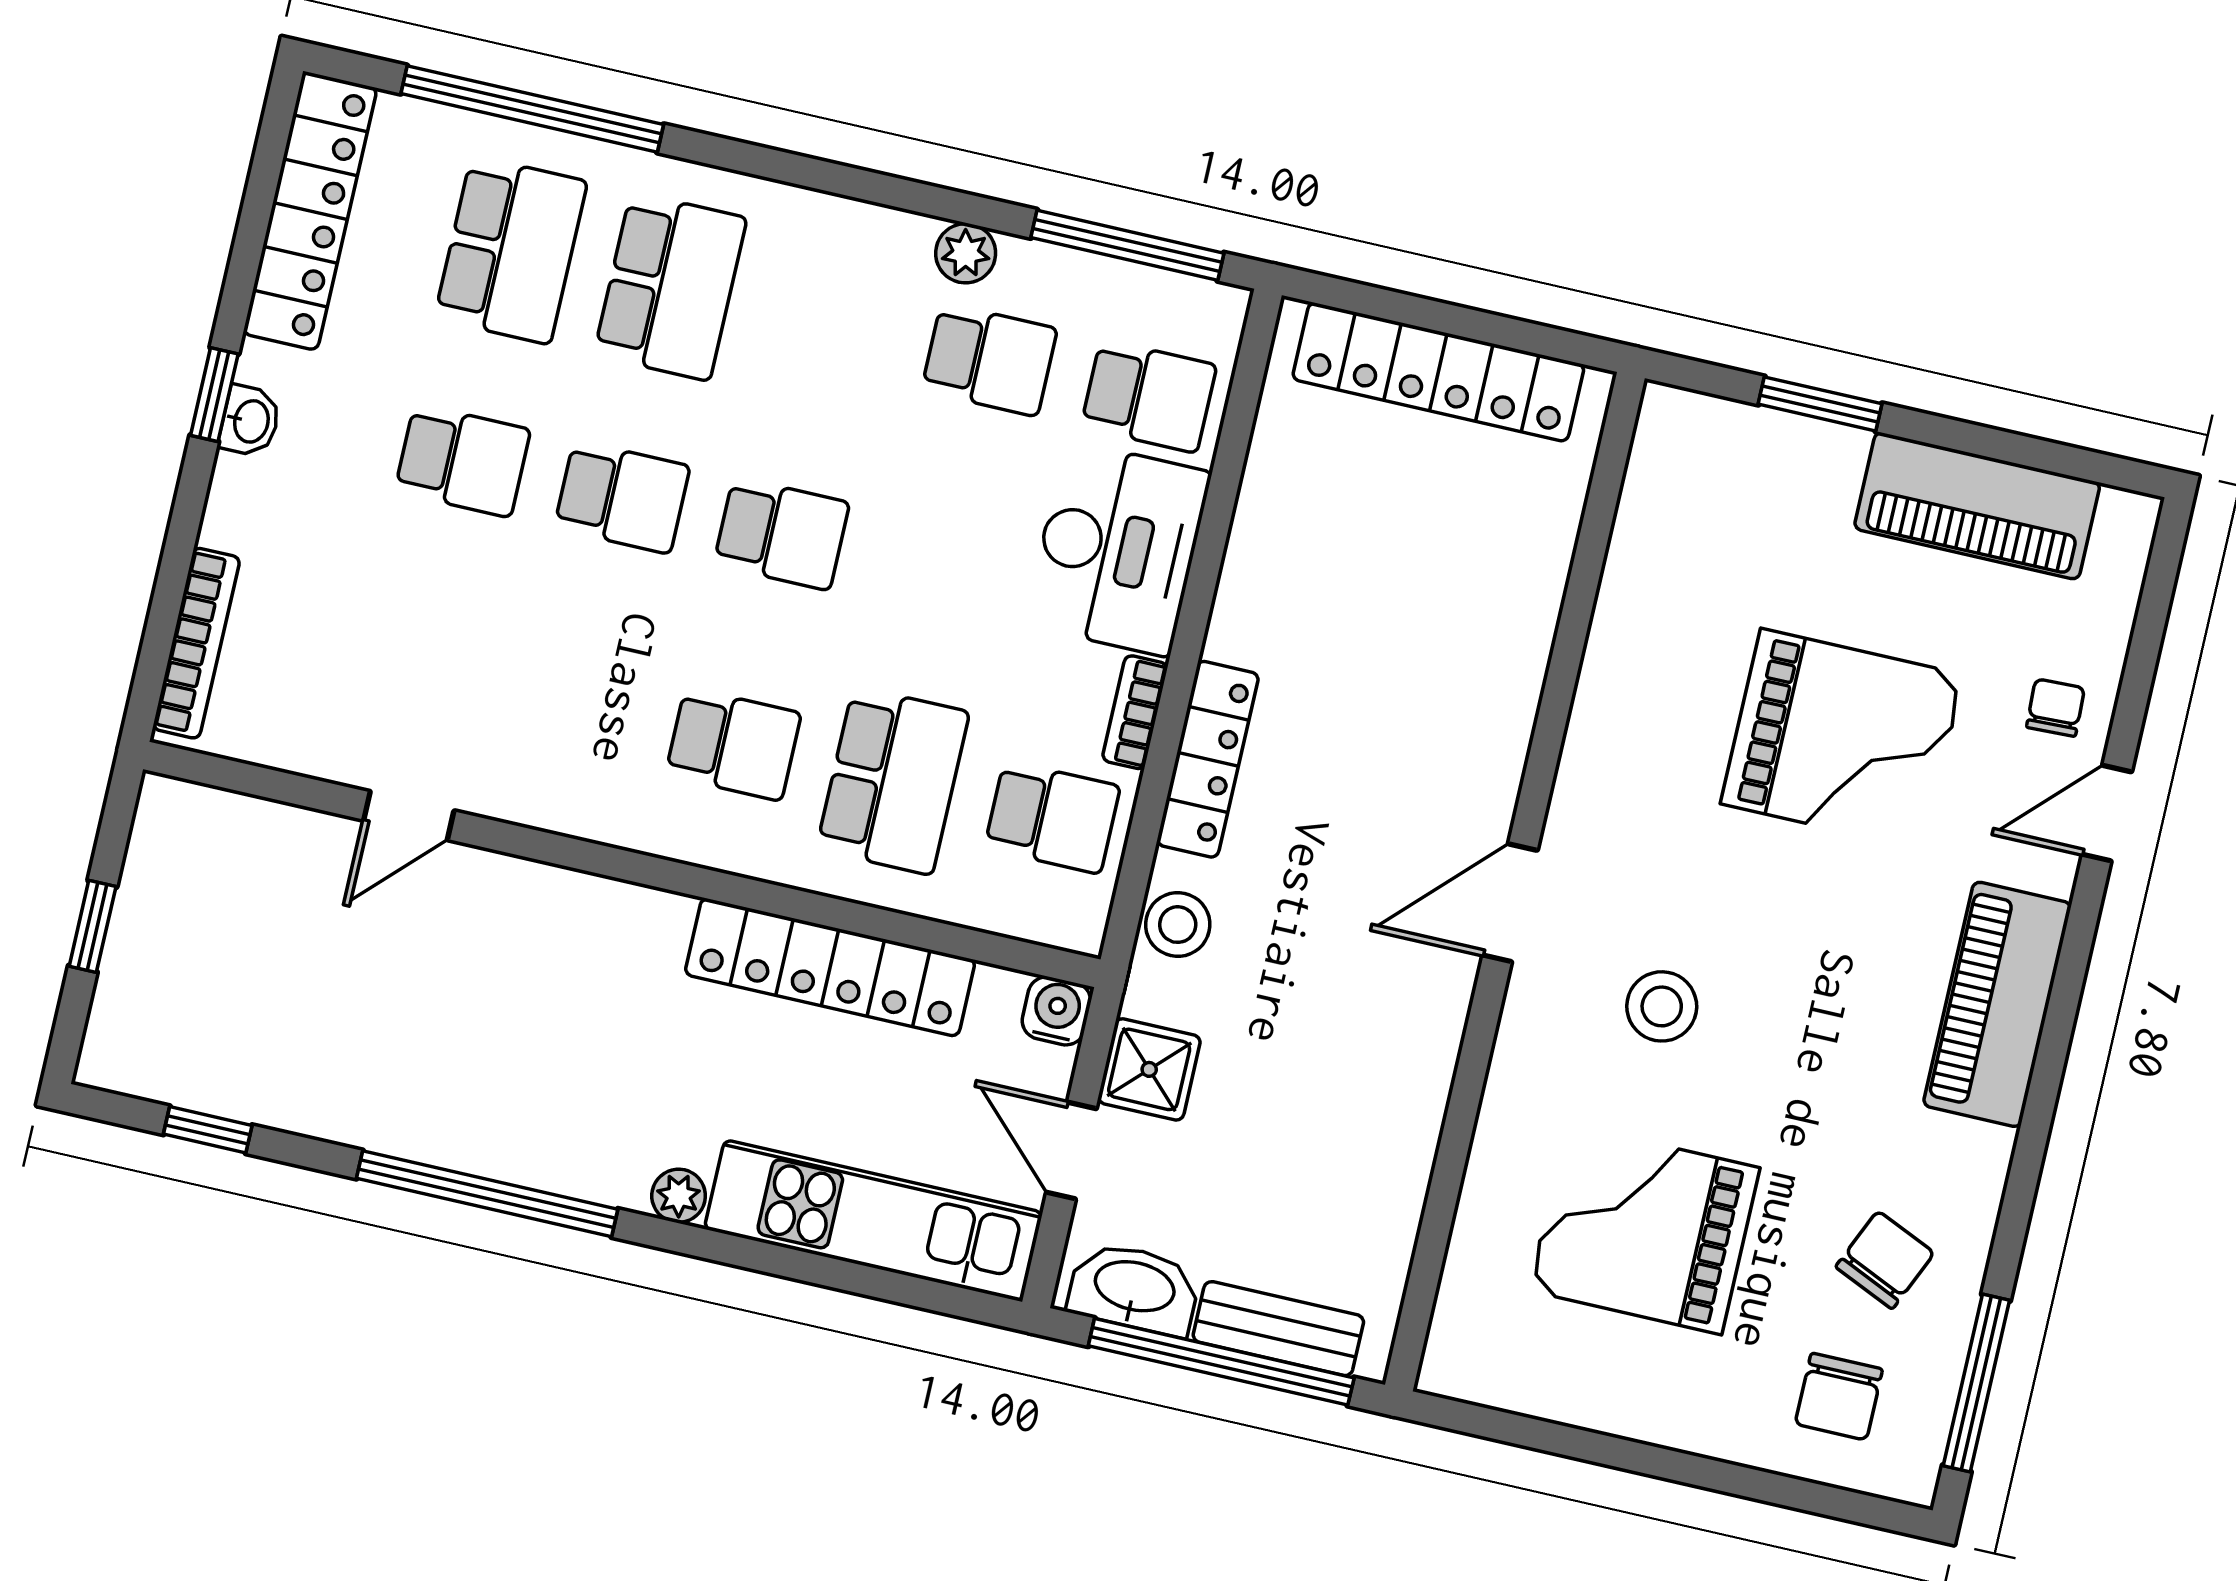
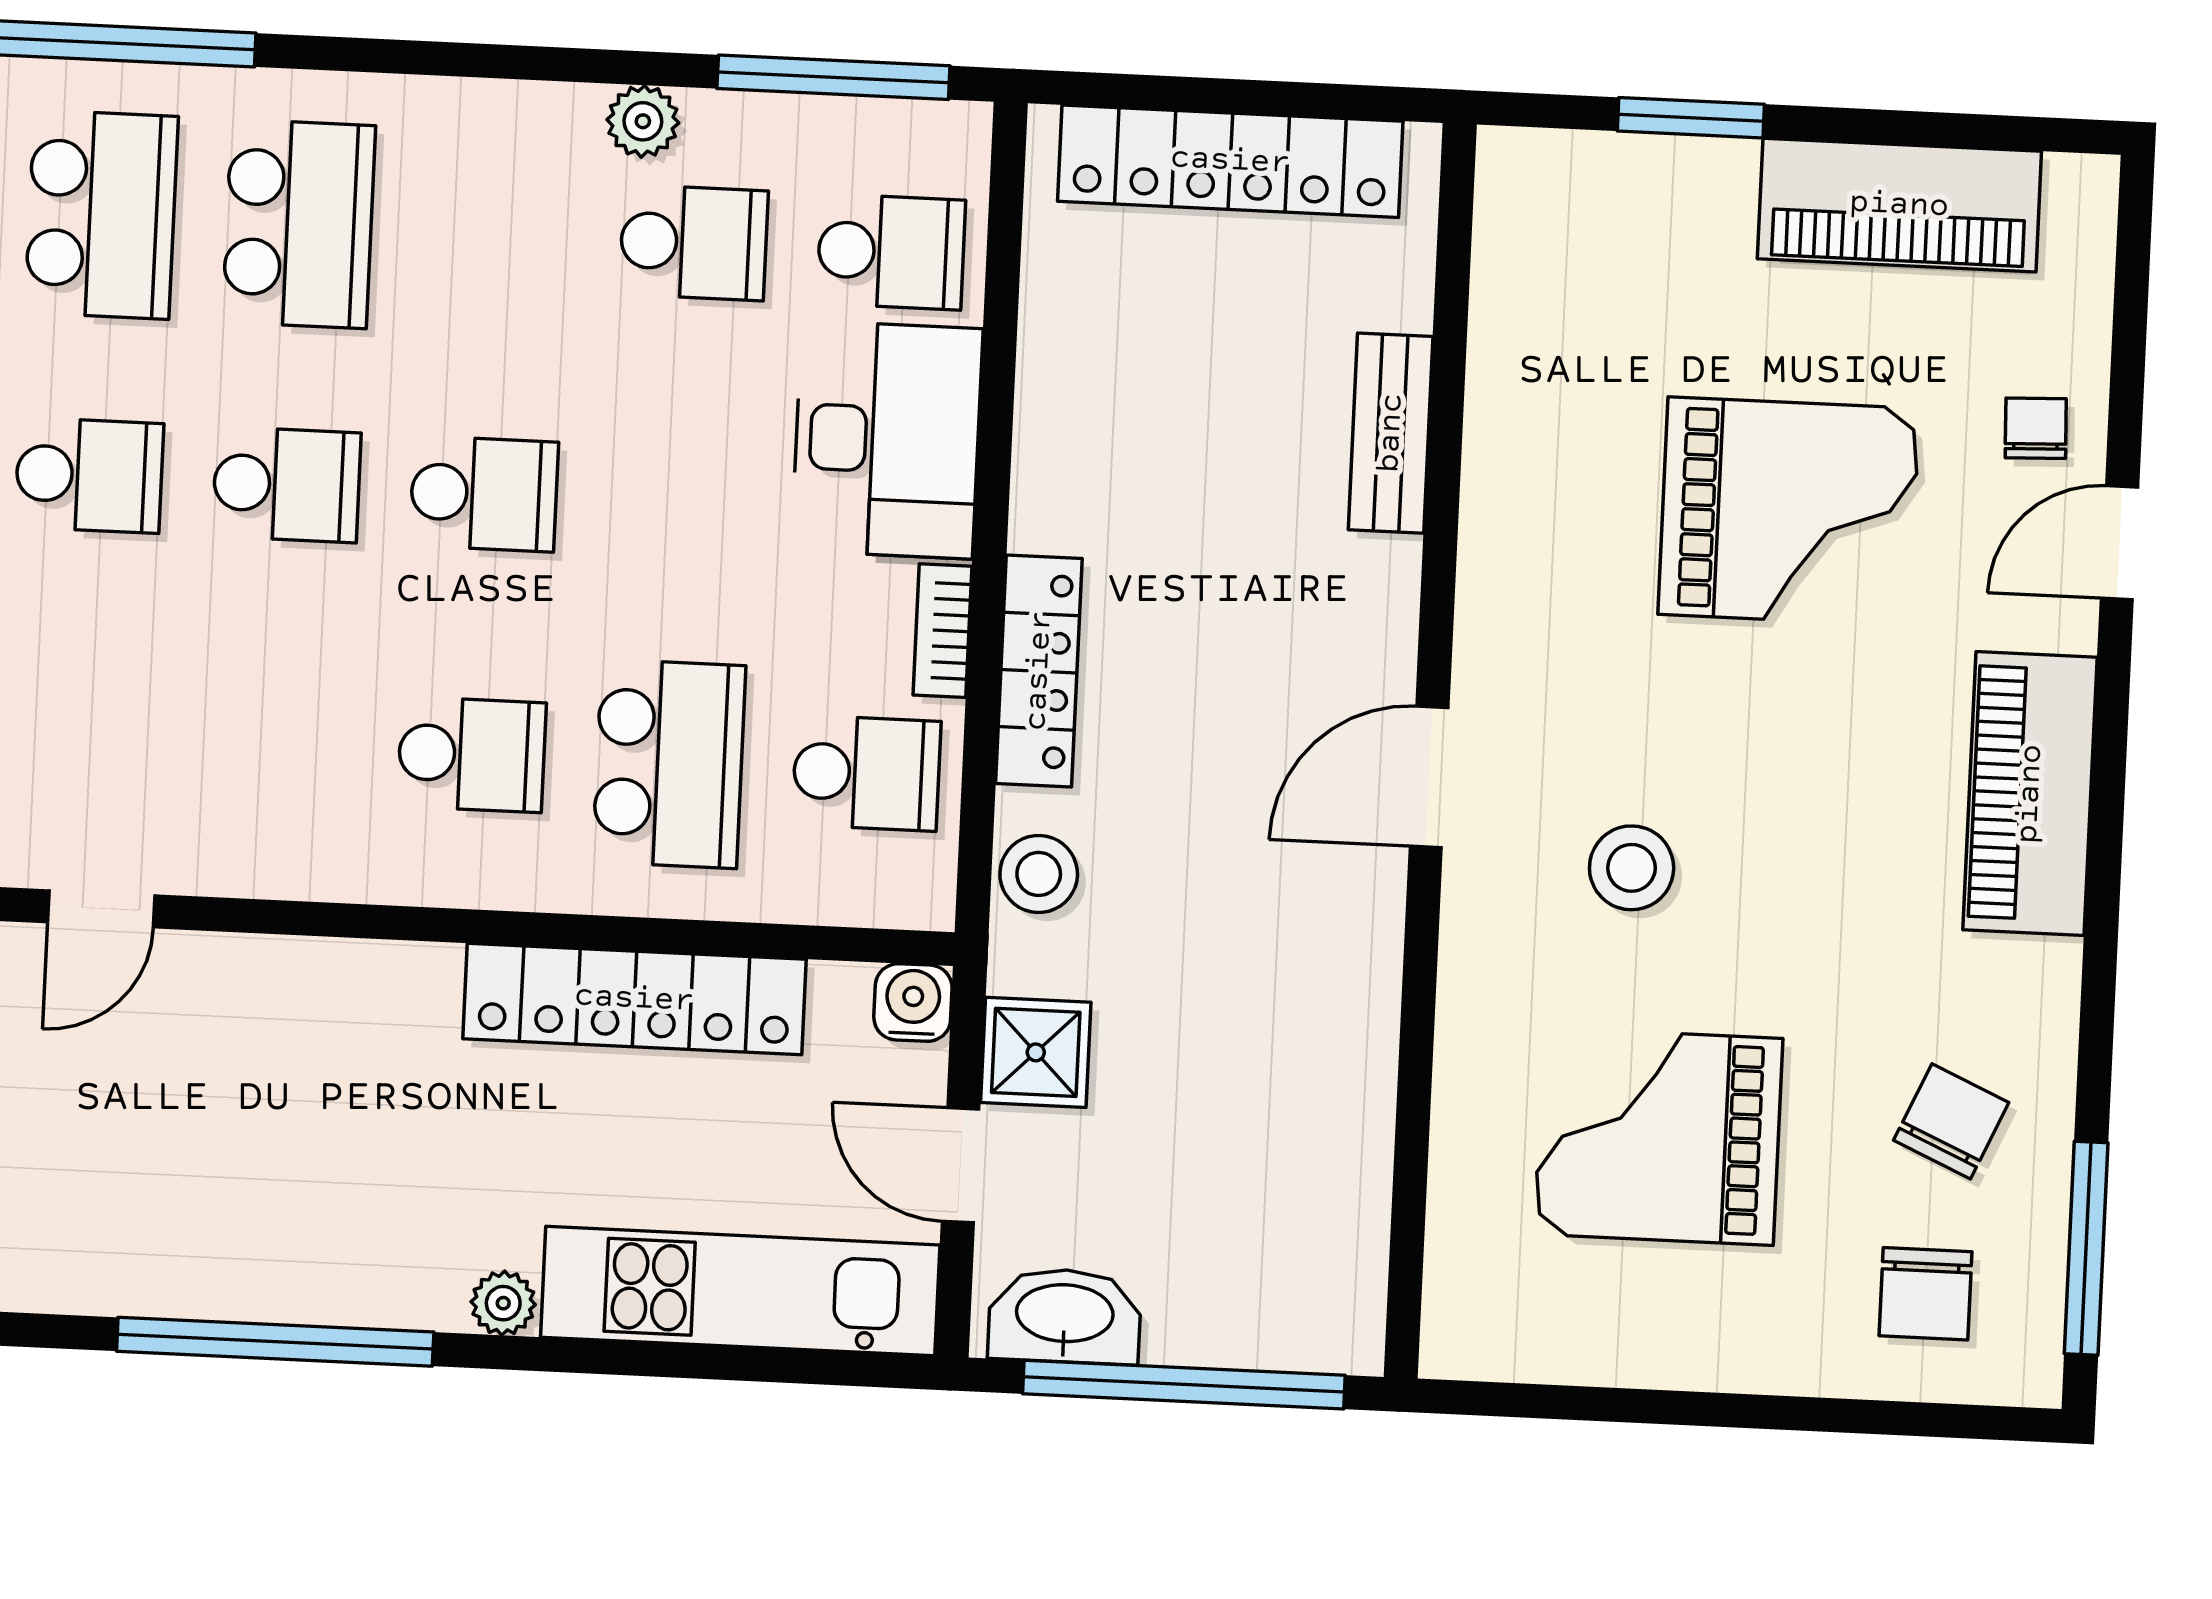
bench: (1278, 1329) -> (1391, 433), moved, turned 90

